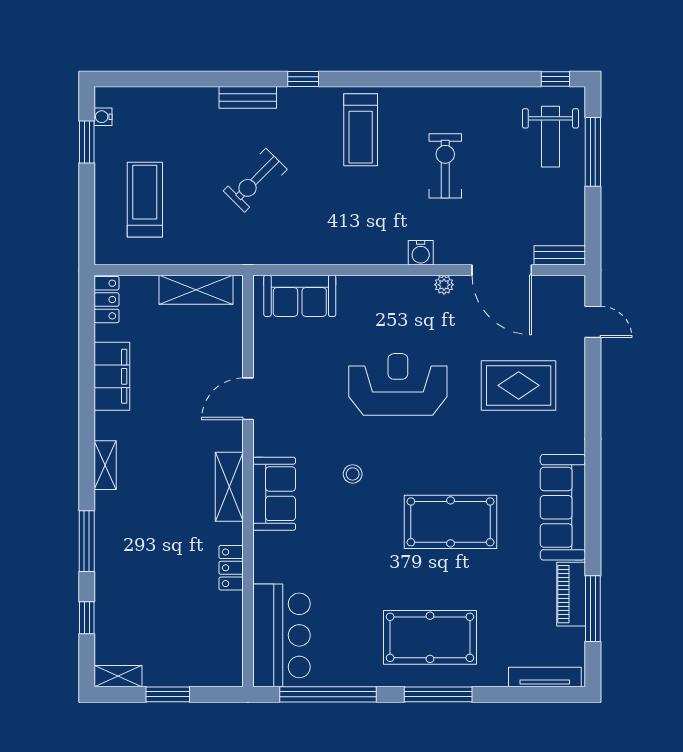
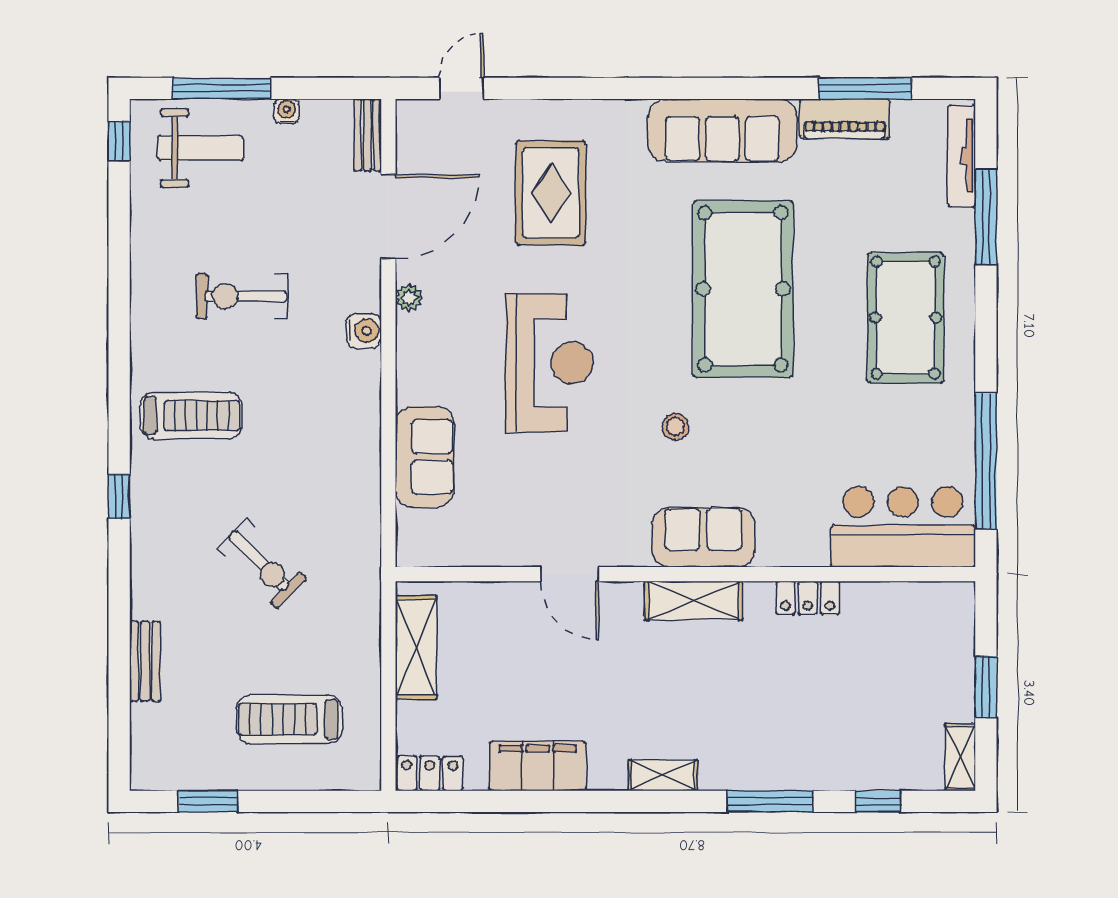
bench: (248, 97) -> (145, 661), moved
water cooler: (103, 117) -> (287, 111), moved, turned 180
sofa: (300, 296) -> (424, 457), moved
reception desk: (398, 384) -> (549, 363), turned 180
pool table: (450, 522) -> (743, 289), width x1.36, depth x1.32
window: (438, 694) -> (986, 217), moved

